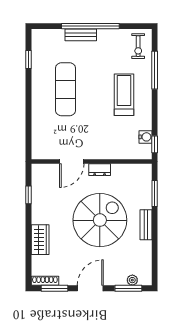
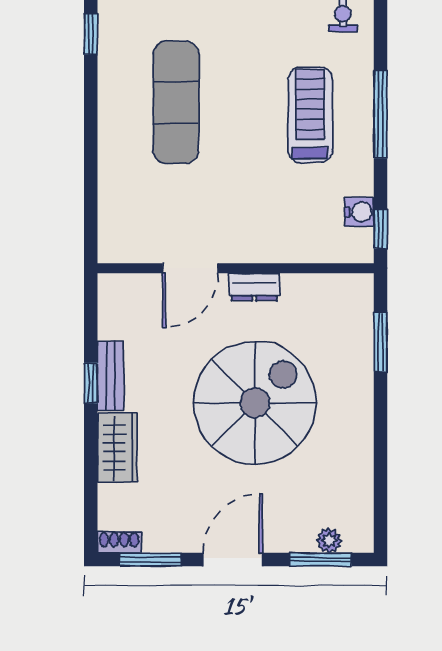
window: (155, 70) -> (380, 114), moved
window: (28, 195) -> (91, 383), moved
bench: (146, 225) -> (110, 376), moved
shoe rack: (45, 281) -> (119, 542), width x0.70

